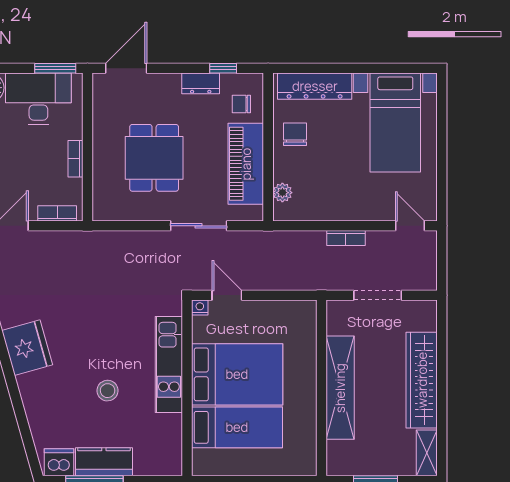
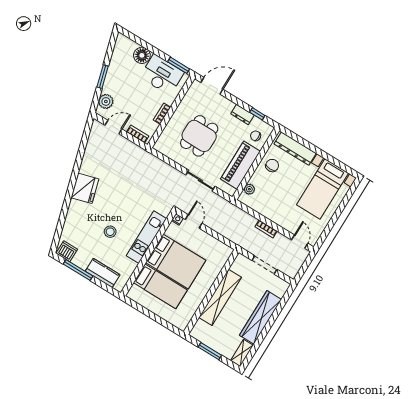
kitchen counter: (104, 462) -> (103, 273), moved

